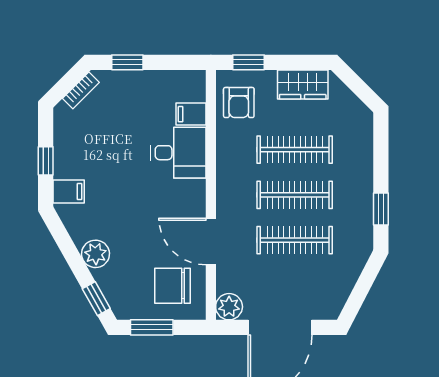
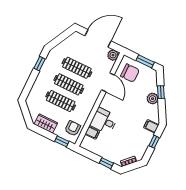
window: (96, 299) -> (161, 92), moved

